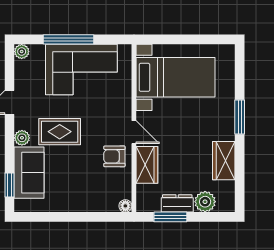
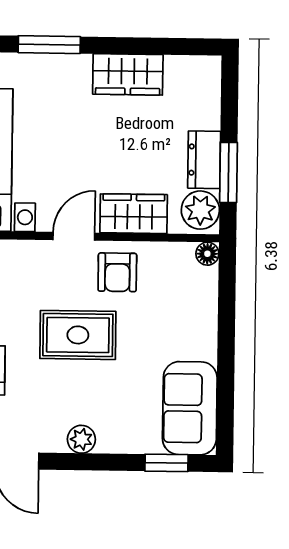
rug: (60, 132) -> (78, 335), moved, turned 90
sofa: (29, 173) -> (190, 408), moved, turned -90
plant: (205, 202) -> (200, 210), moved

